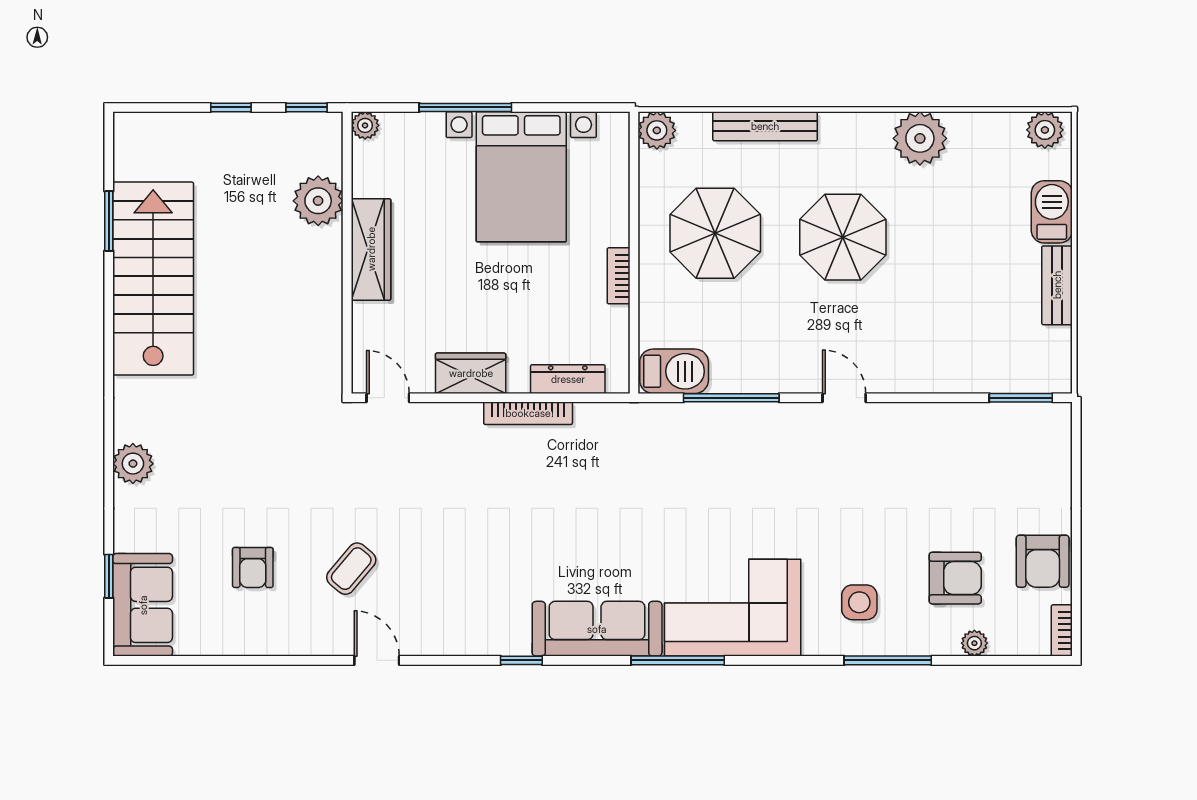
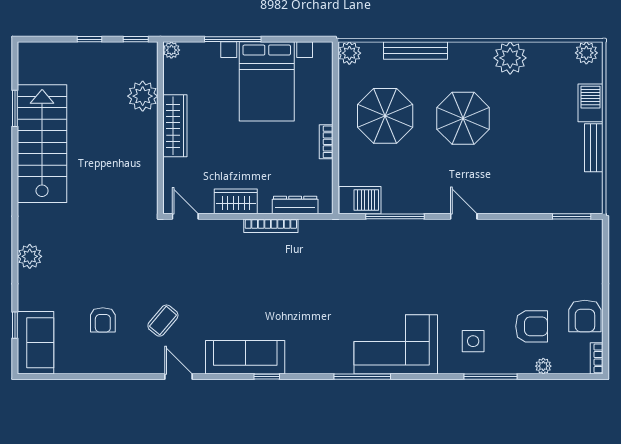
sofa: (597, 629) -> (245, 357), moved

